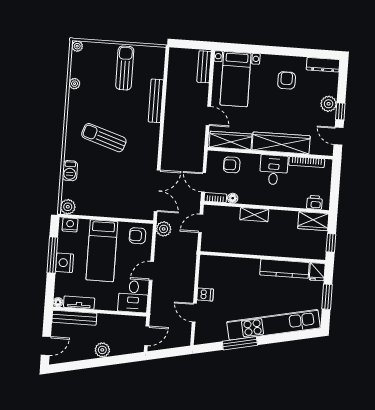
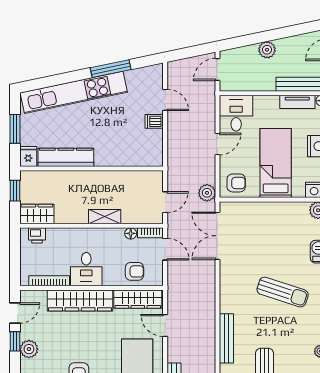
door: (339, 136) -> (15, 313), hinge flipped

